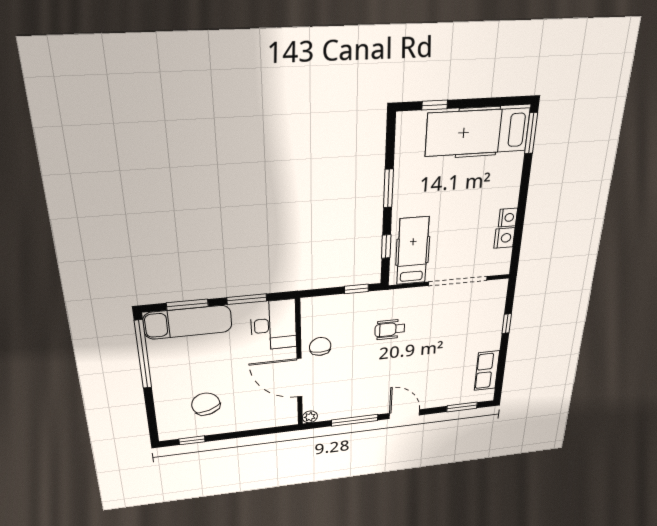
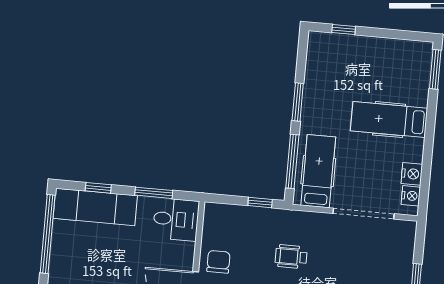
hospital bed: (478, 132) -> (389, 120), moved, width x0.73, depth x0.78
nightstand: (508, 218) -> (411, 196), moved
window: (386, 246) -> (292, 161), width x2.17
window: (187, 305) -> (98, 188), width x0.67
desk: (274, 325) -> (176, 219), width x0.73

